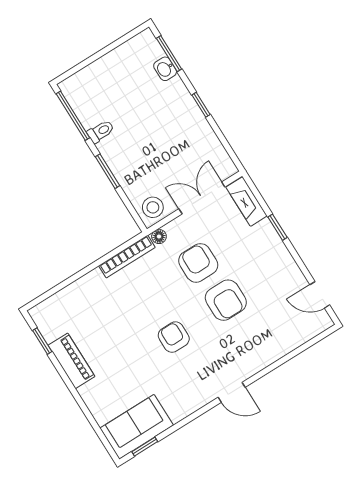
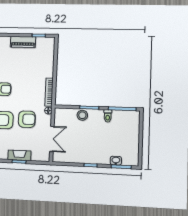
fireplace: (247, 201) -> (19, 155), moved
stool: (153, 207) -> (82, 115), moved

